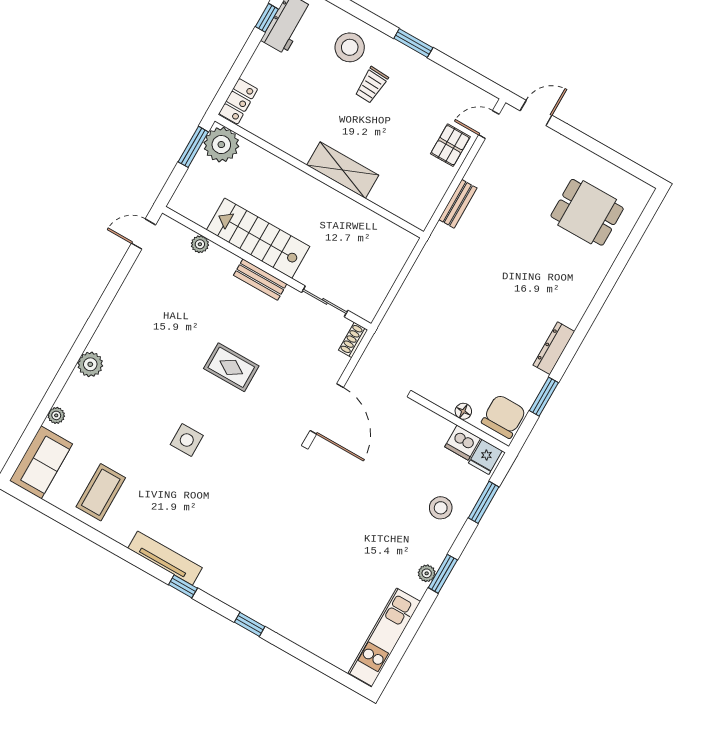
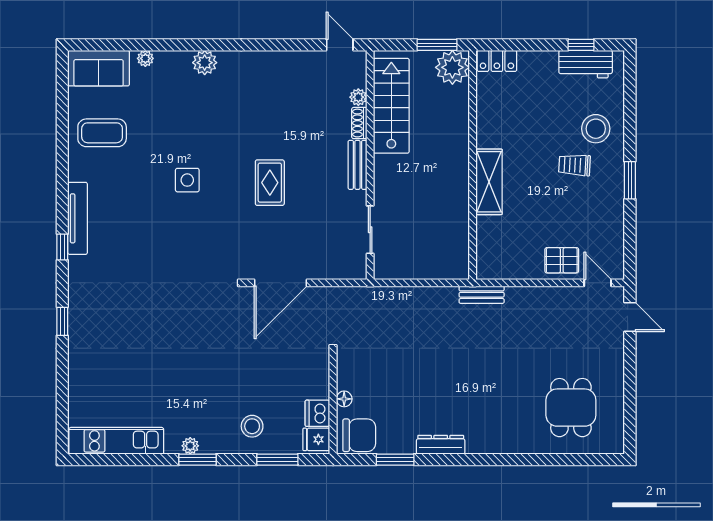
bench: (458, 204) -> (482, 295), moved
stairs: (258, 238) -> (391, 106), moved
shoe rack: (353, 340) -> (359, 123), moved, turned -90

